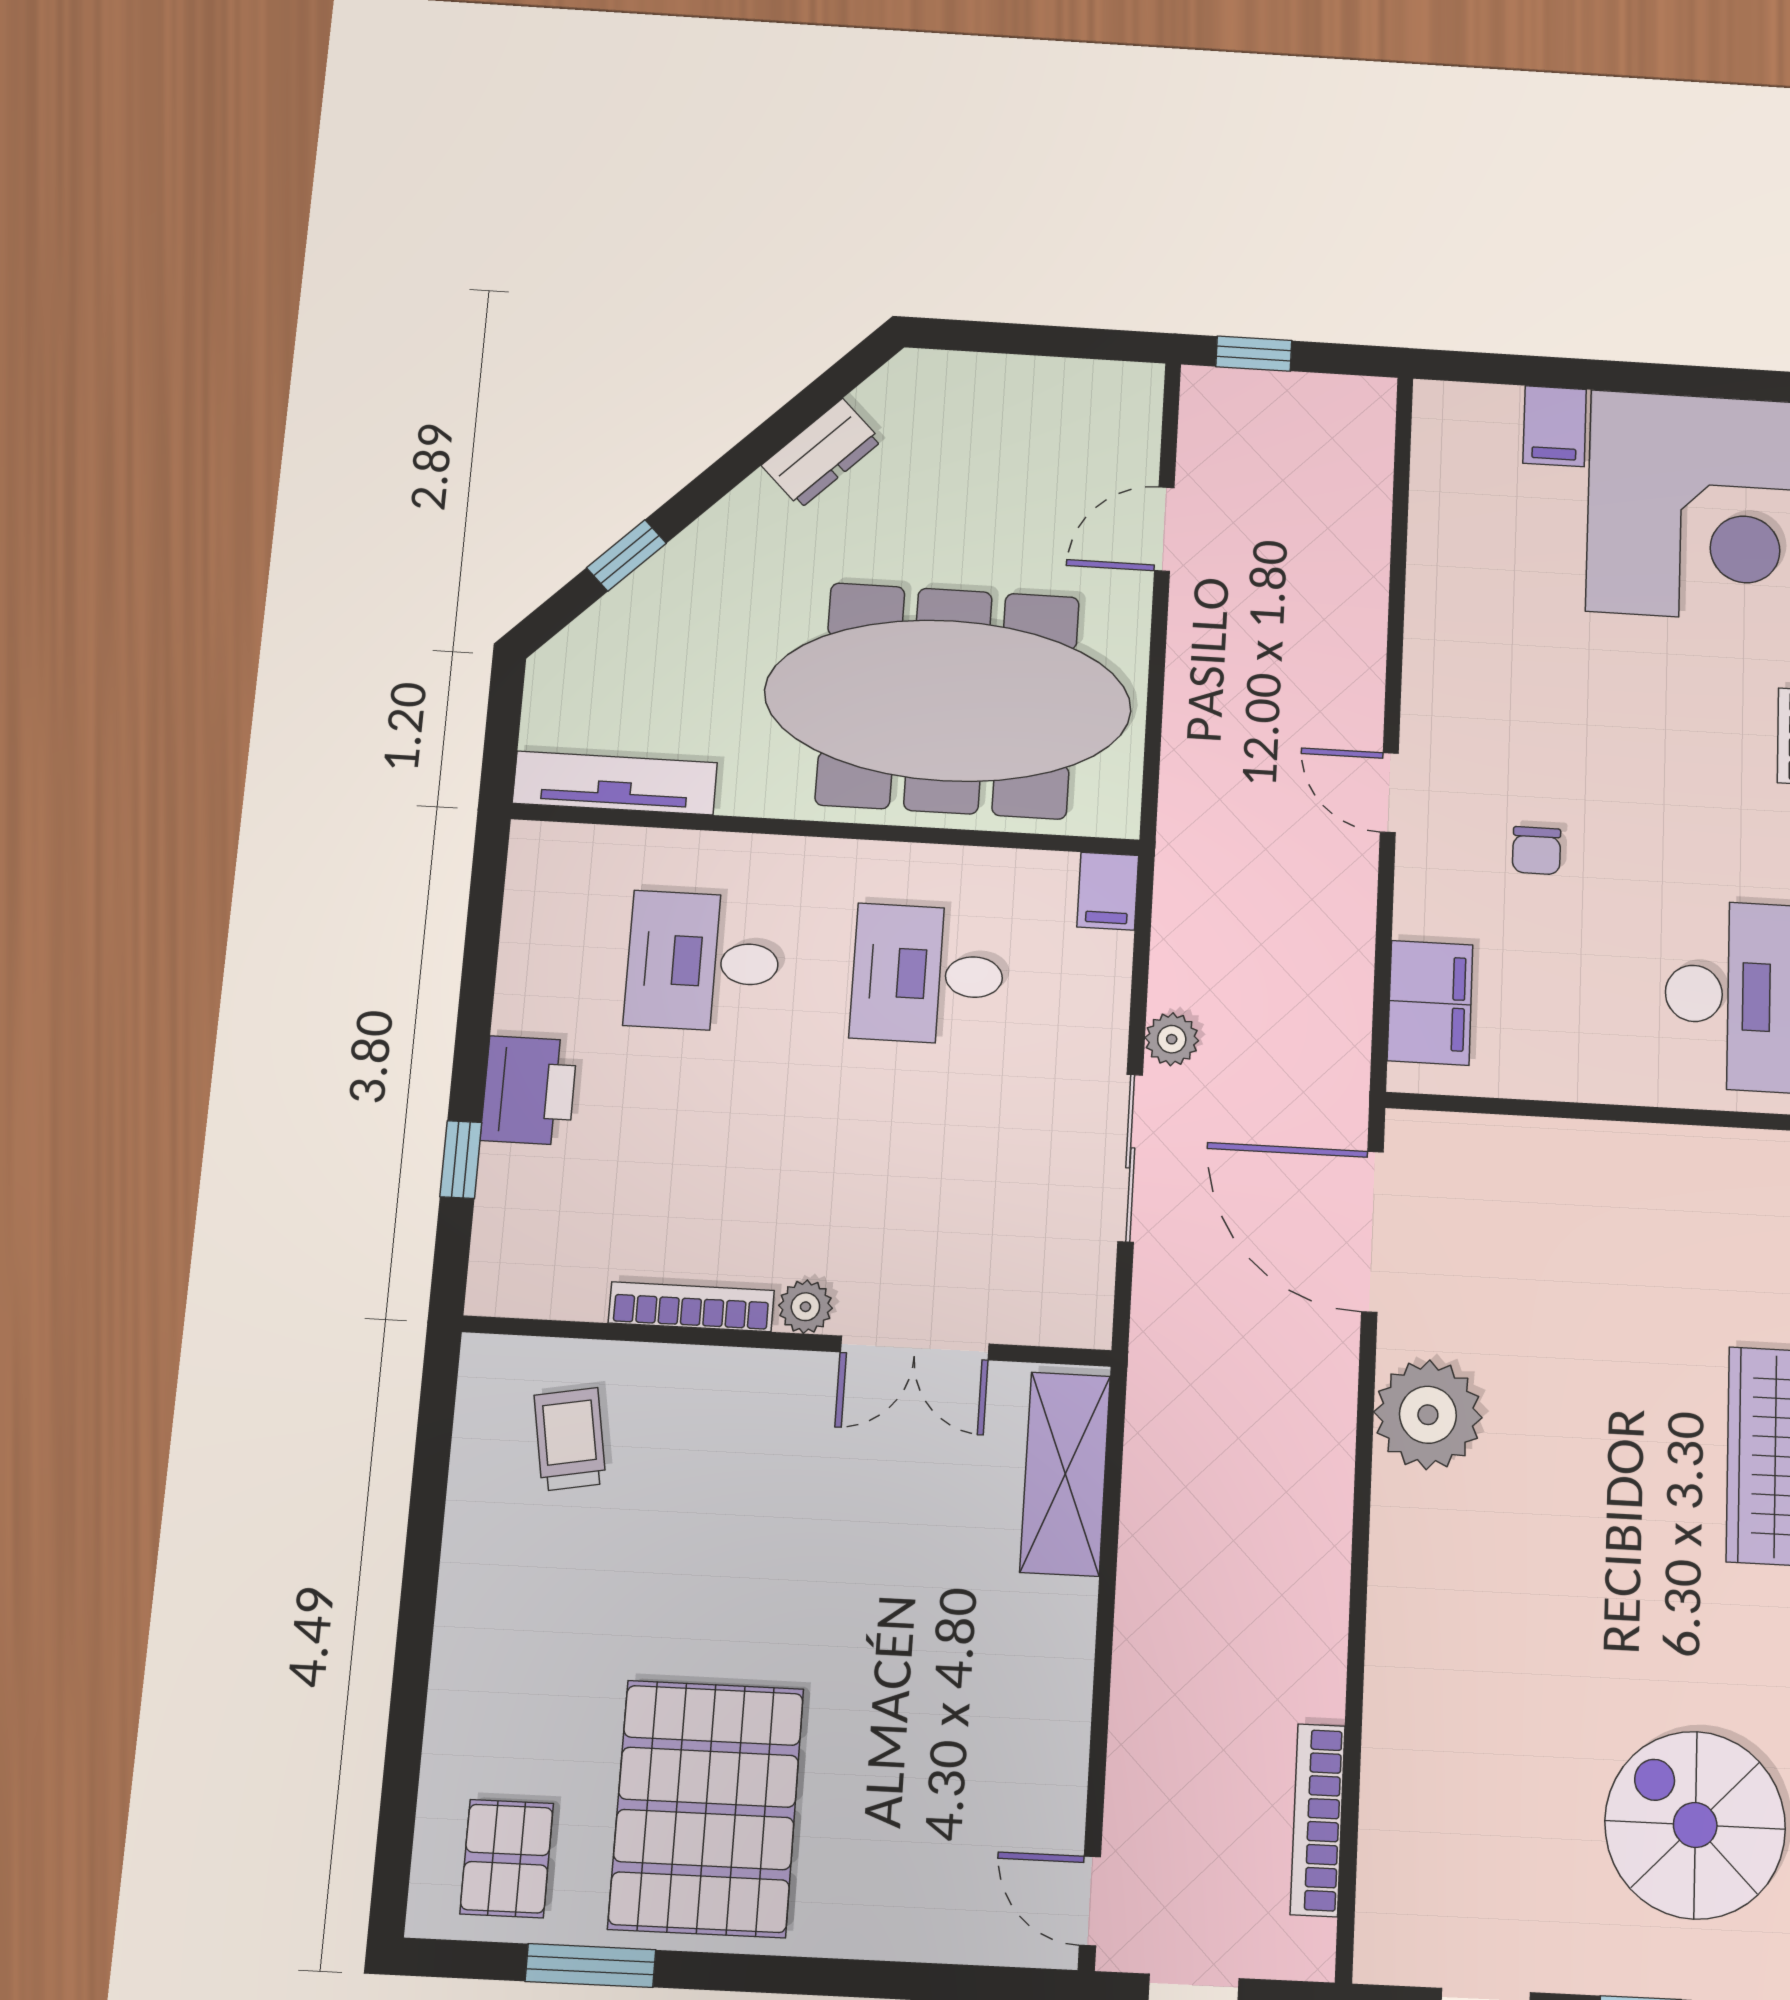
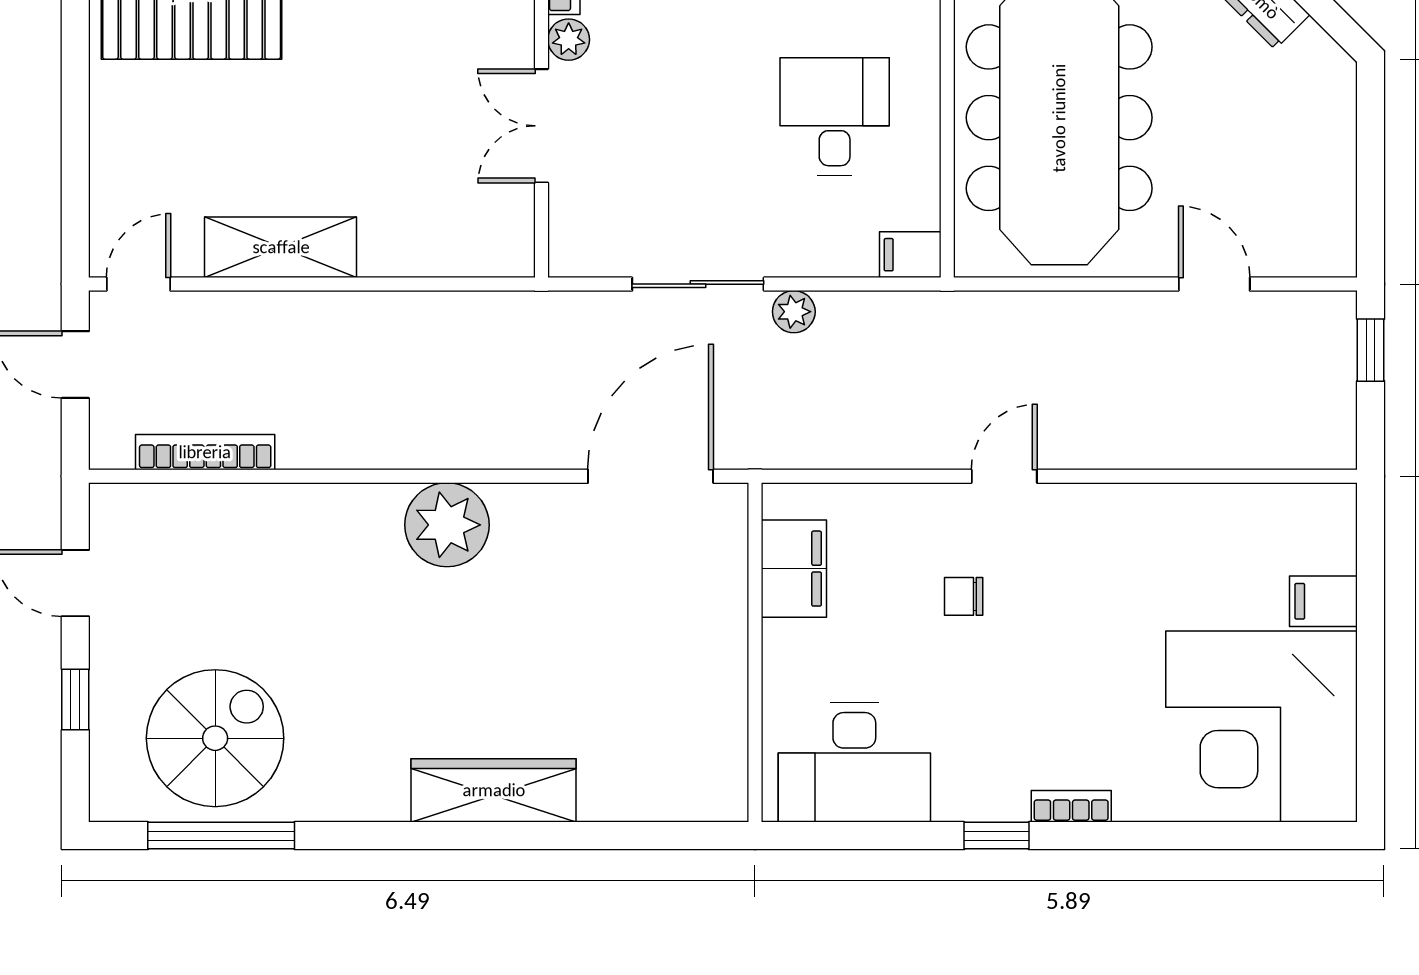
filing cabinet: (1430, 1003) -> (794, 569), moved, turned -90
plant: (1428, 1415) -> (447, 525), moved
shelving: (1065, 1474) -> (281, 247), moved

